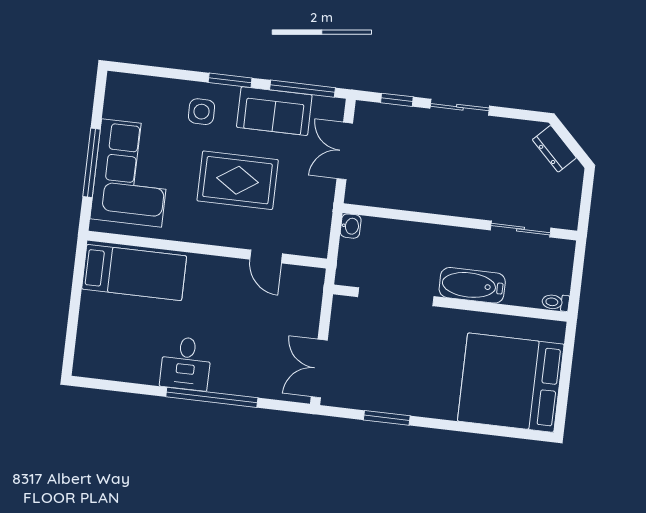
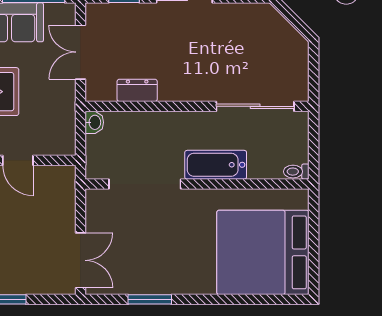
dresser: (554, 149) -> (137, 90), moved, turned 135
sliding door: (521, 229) -> (255, 106), width x1.37
double door: (319, 368) -> (80, 260), swing flipped

